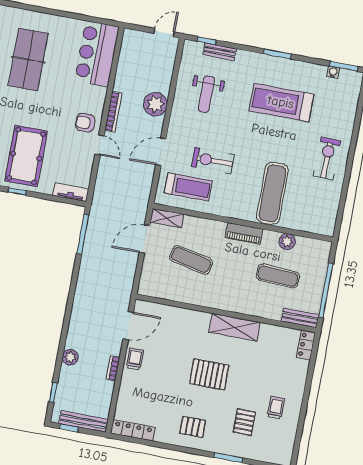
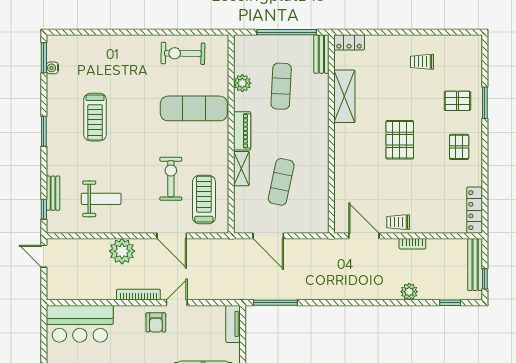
treadmill: (281, 102) -> (95, 117), width x0.73, depth x0.73
exercise bike: (327, 158) -> (183, 53), moved
exercise bike: (213, 161) -> (171, 179), turned 180
shelving: (167, 218) -> (241, 169), moved
shelving: (234, 327) -> (344, 96), moved
pallet: (244, 422) -> (457, 101), moved

